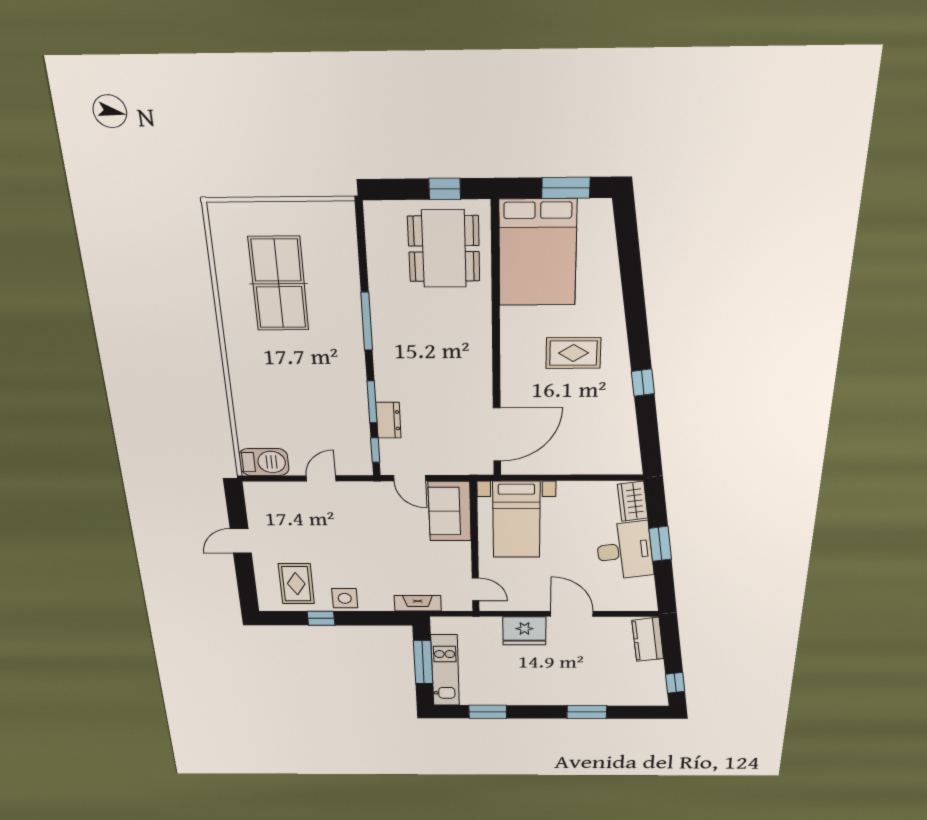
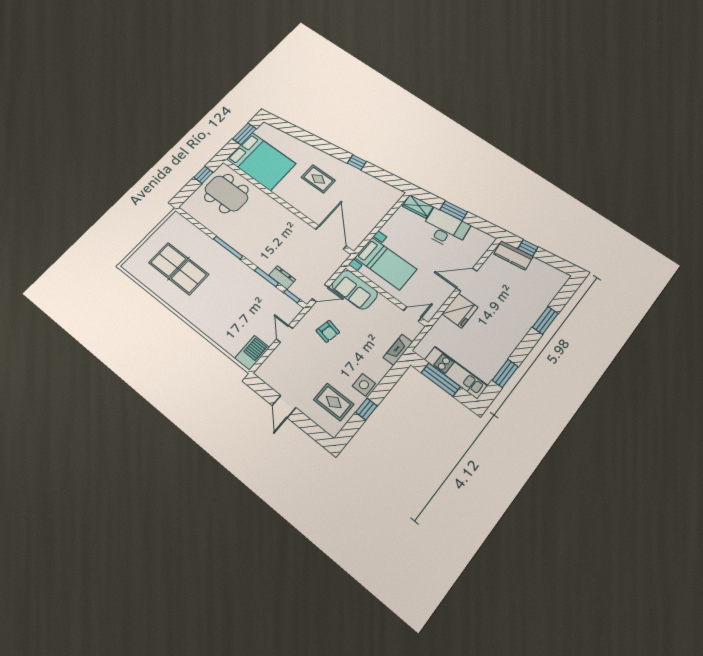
rug: (573, 353) -> (318, 179), turned 90
armchair: (370, 521) -> (328, 331), added
window: (675, 683) -> (528, 248), moved

